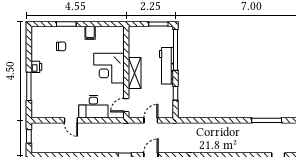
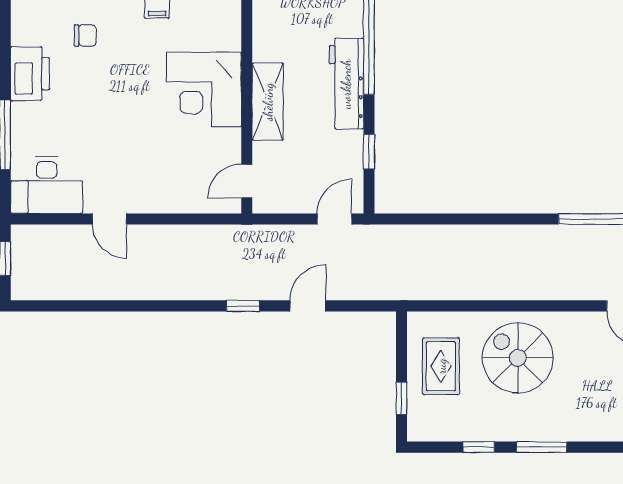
printer: (36, 67) -> (30, 74), width x1.87, depth x1.48
desk: (93, 107) -> (47, 185), moved
door: (151, 120) -> (334, 219), moved

